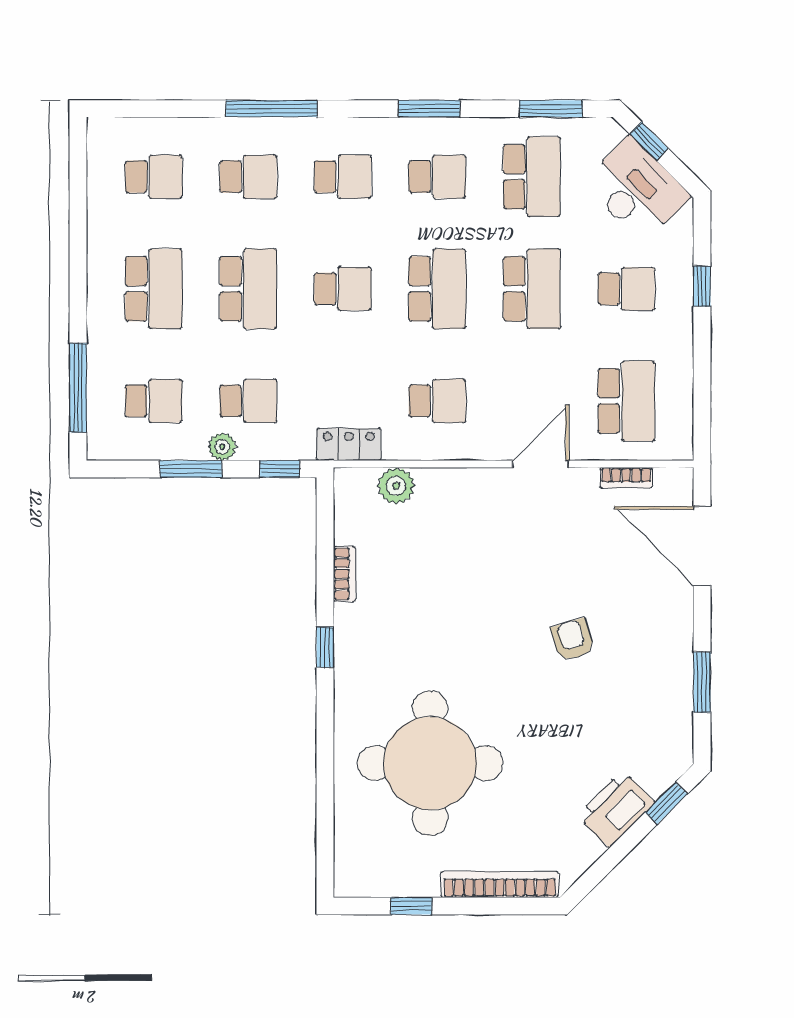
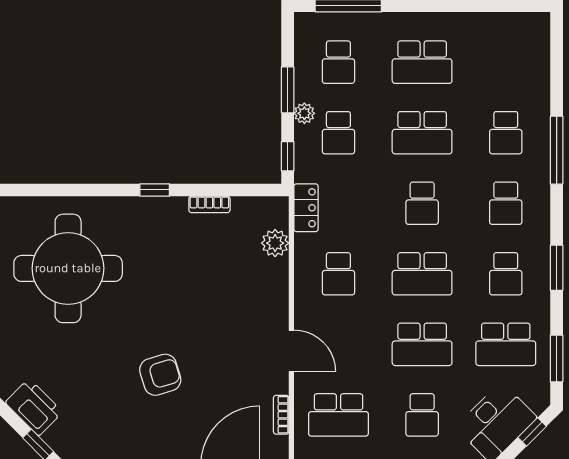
school desk: (154, 177) -> (506, 62), removed
armchair: (573, 640) -> (160, 375), width x1.38, depth x1.38

